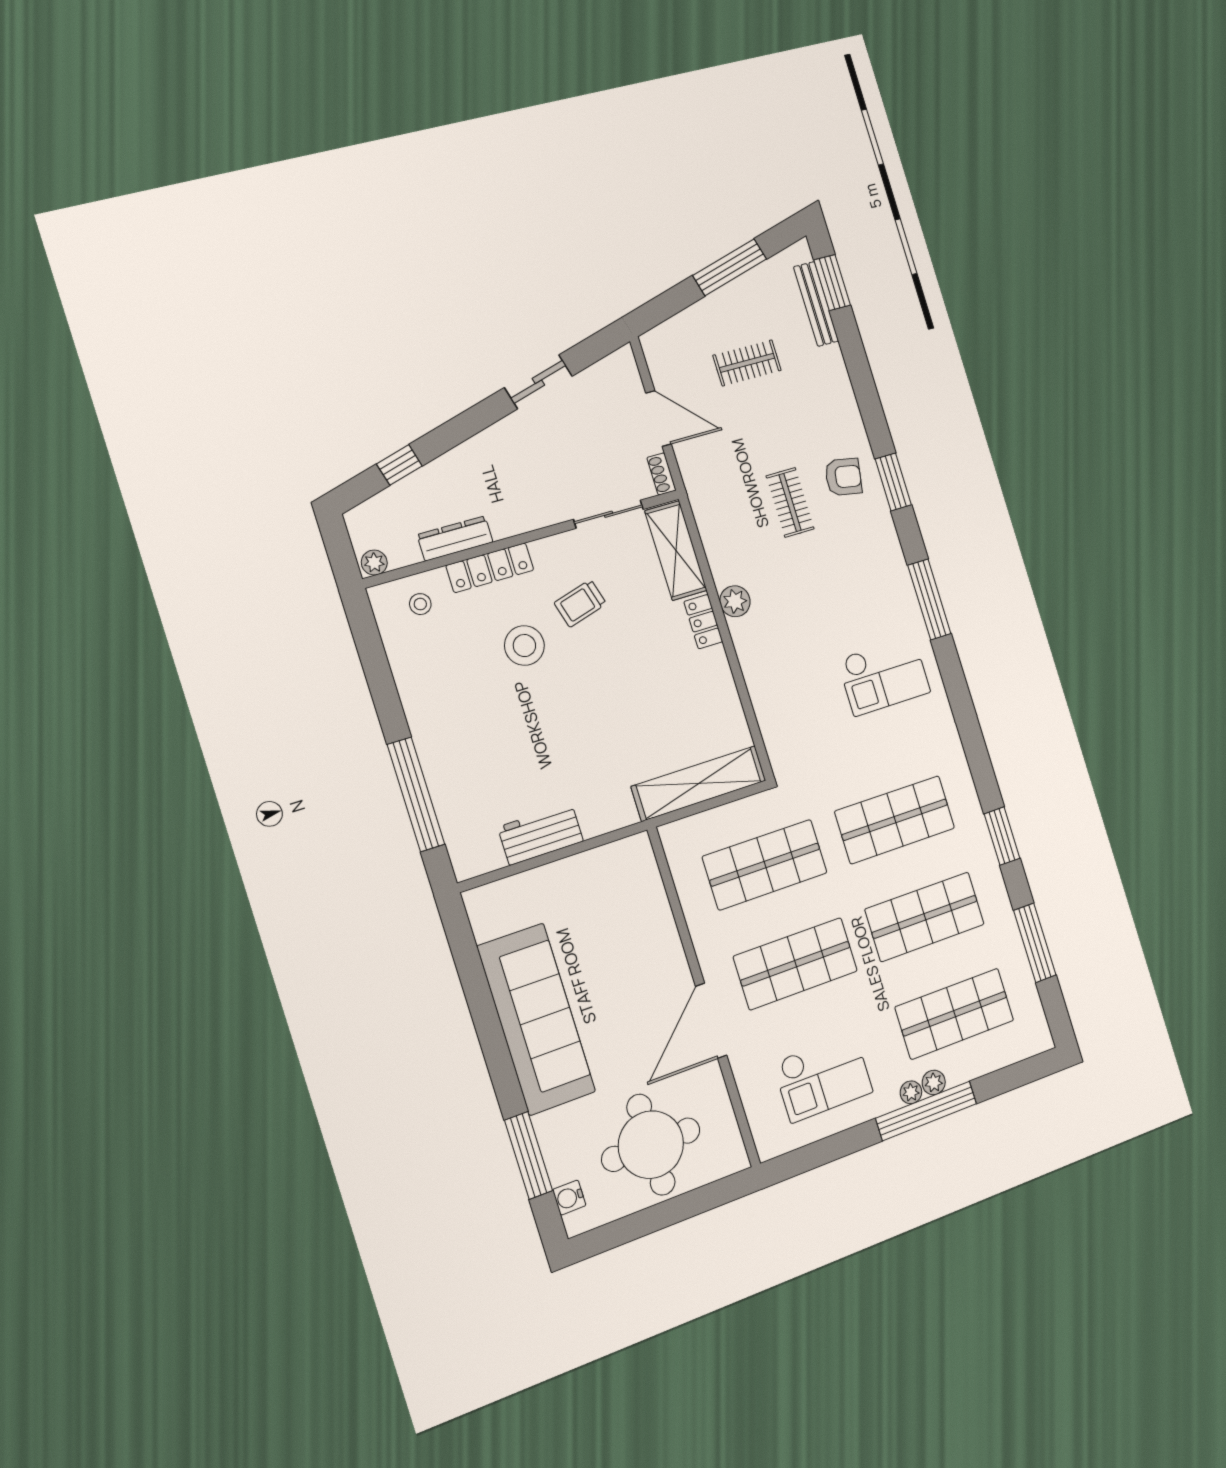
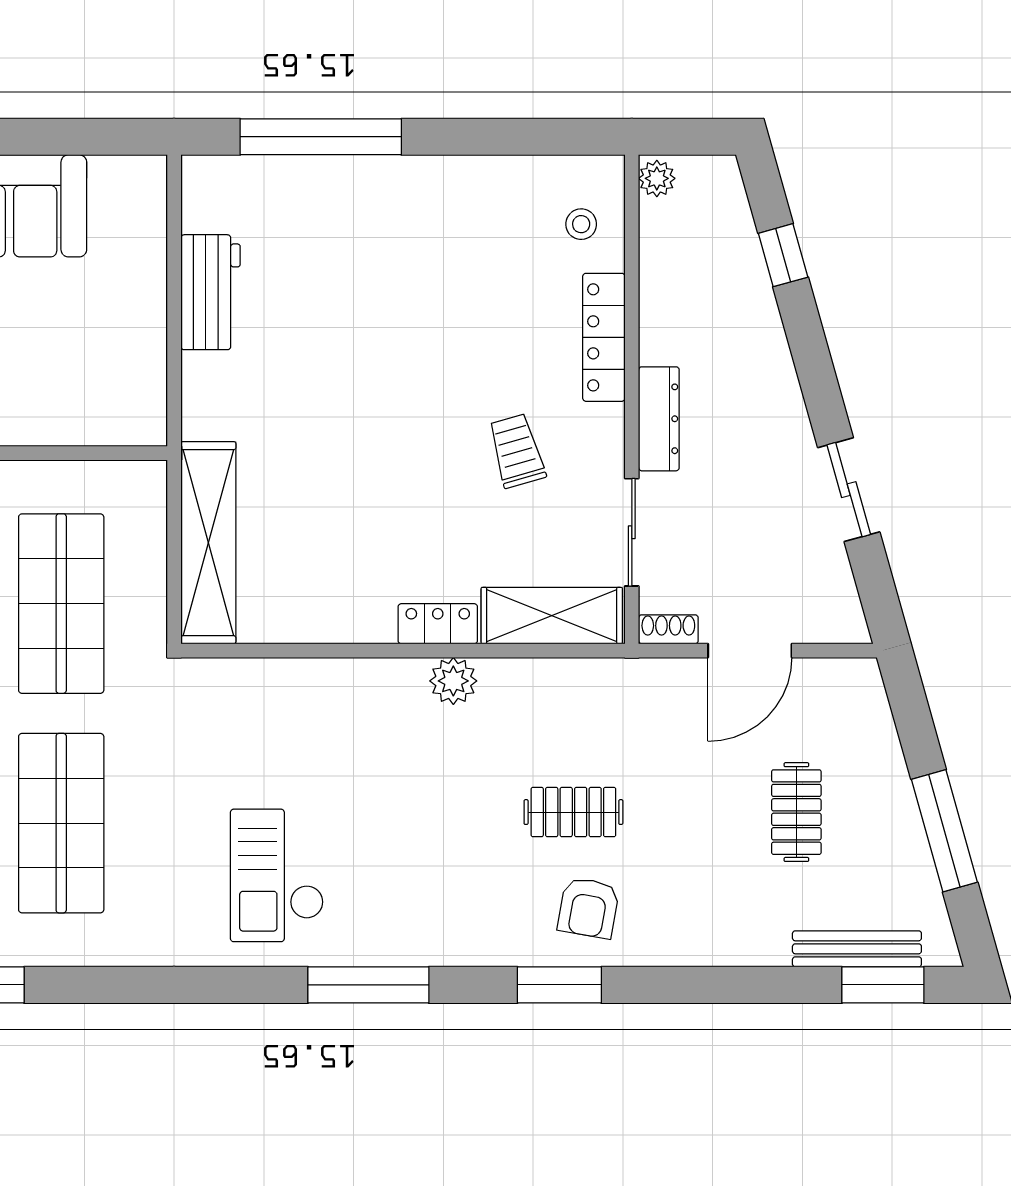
dresser: (455, 538) -> (659, 419), moved
stool: (524, 646) -> (481, 352), removed

